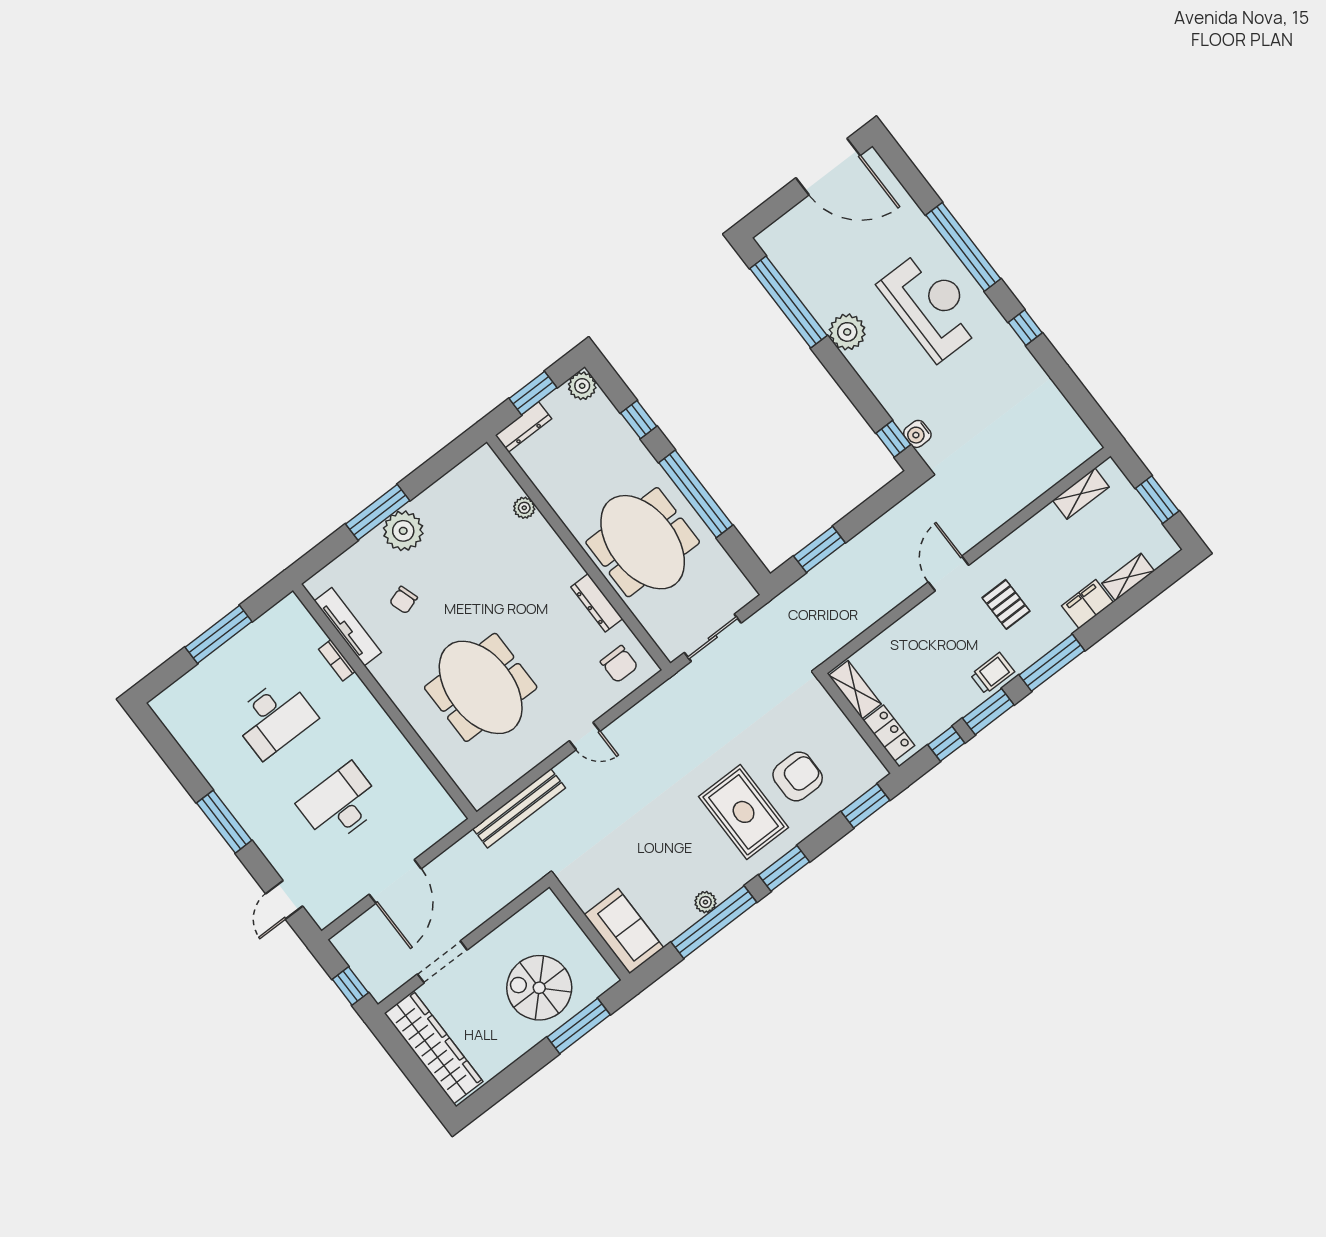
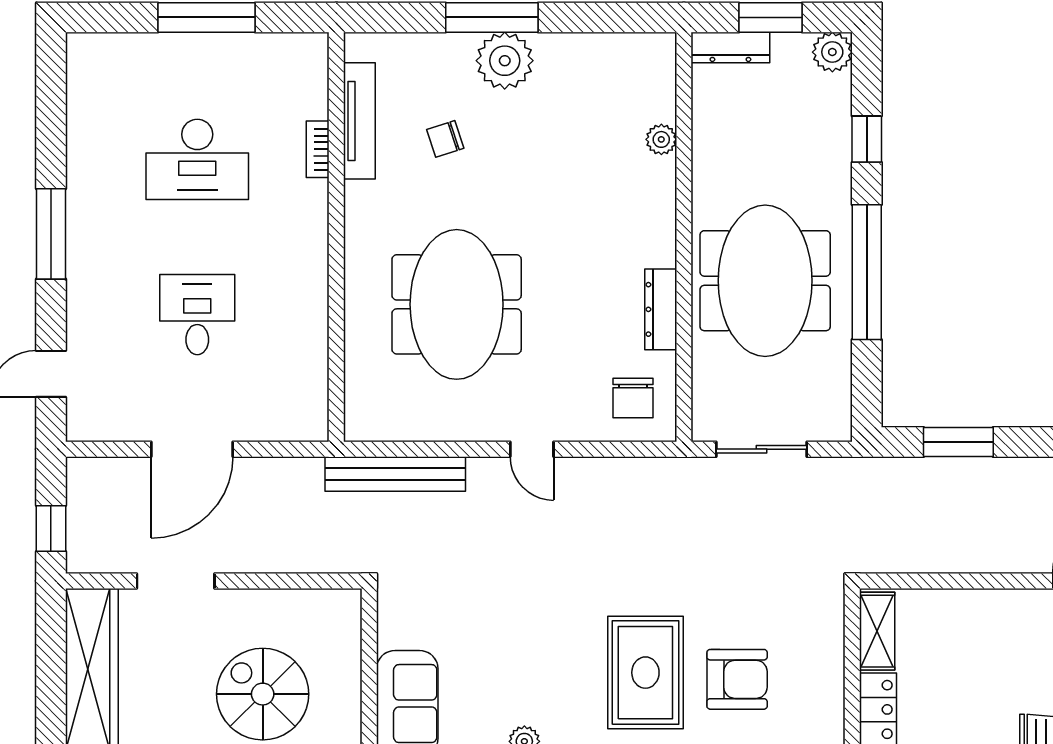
desk: (340, 804) -> (197, 315), width x0.73

